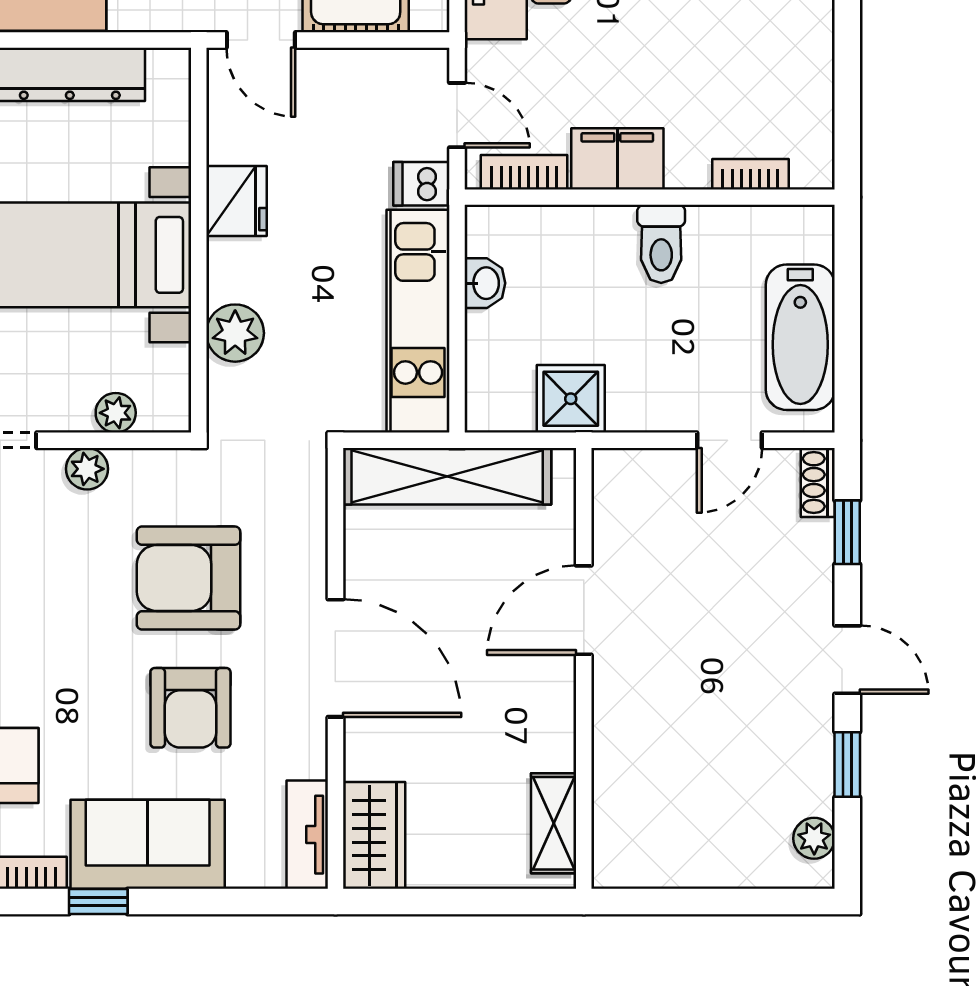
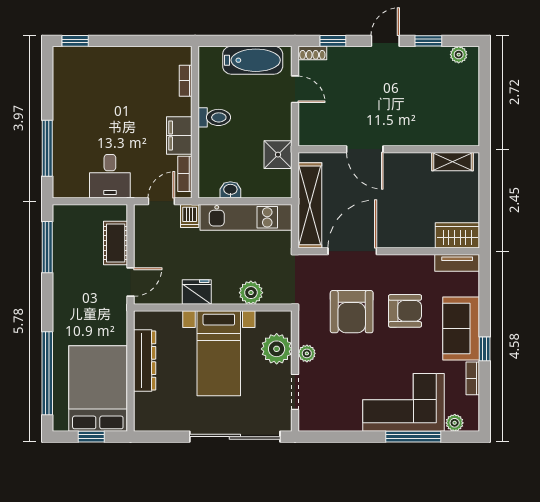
plant: (116, 413) -> (277, 349), width x1.88, depth x1.88
door: (335, 658) -> (352, 251), moved

